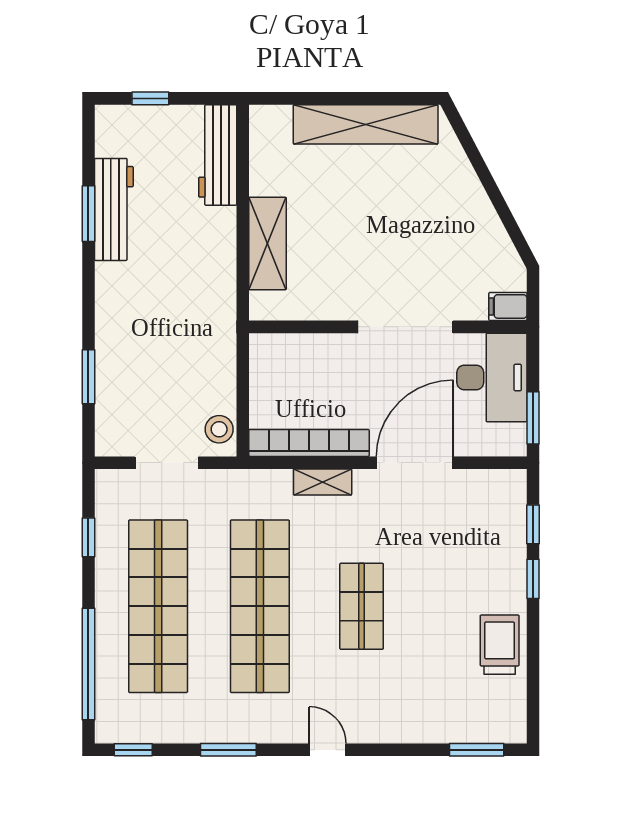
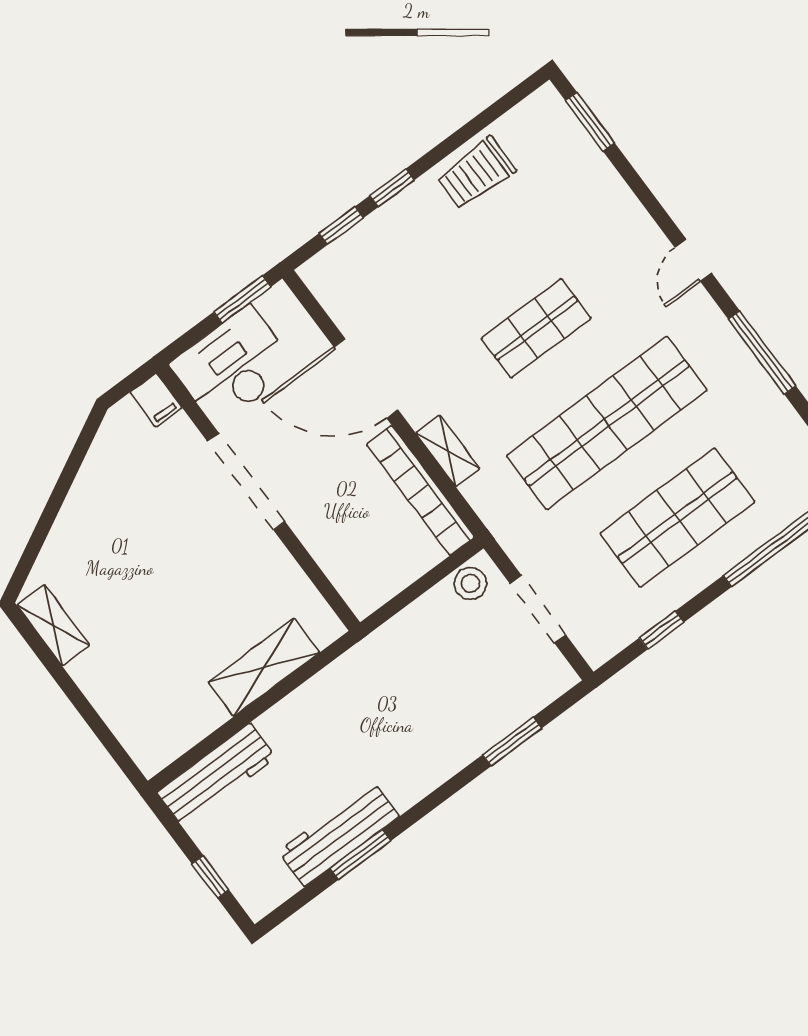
shelving: (366, 124) -> (53, 625), width x0.45, depth x0.75
shop shelf: (158, 606) -> (677, 518), width x0.71
window: (228, 750) -> (762, 353), width x1.44

